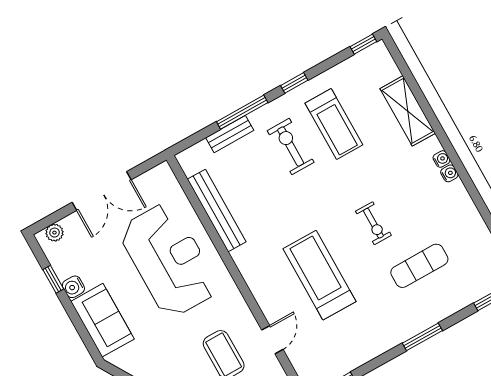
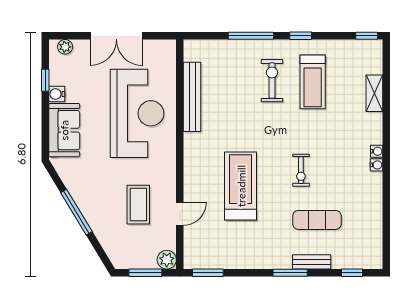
shelving: (408, 111) -> (374, 93), width x0.67, depth x0.75
bench: (230, 134) -> (312, 262), moved

